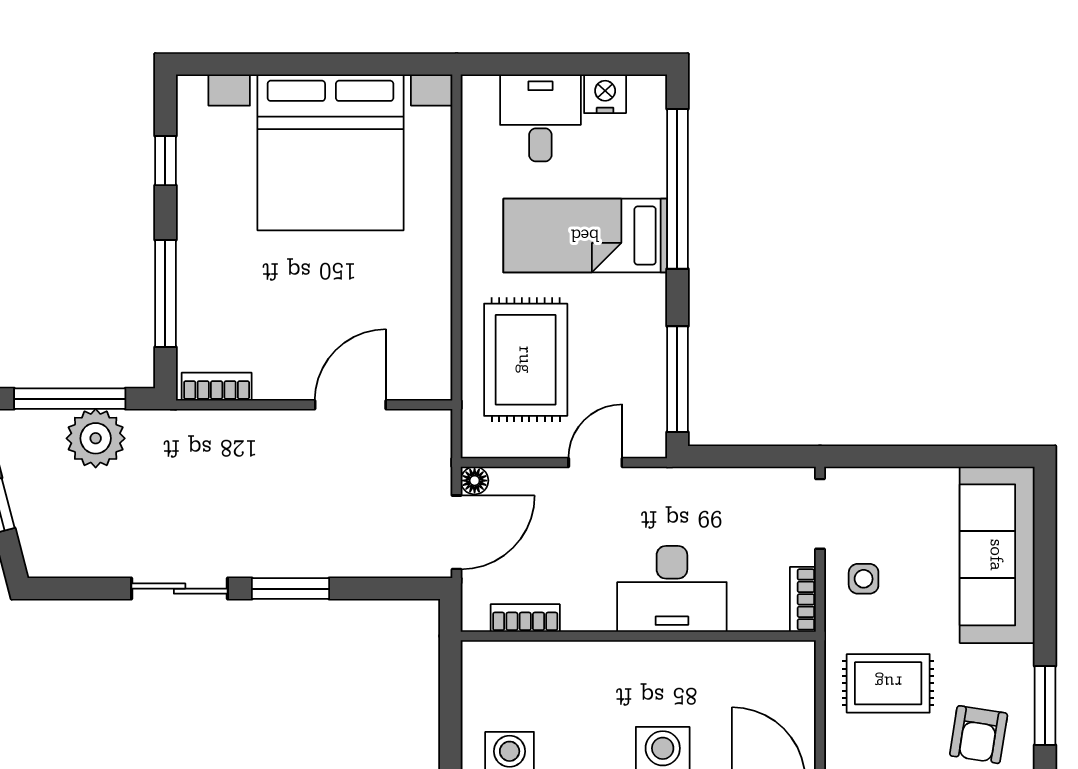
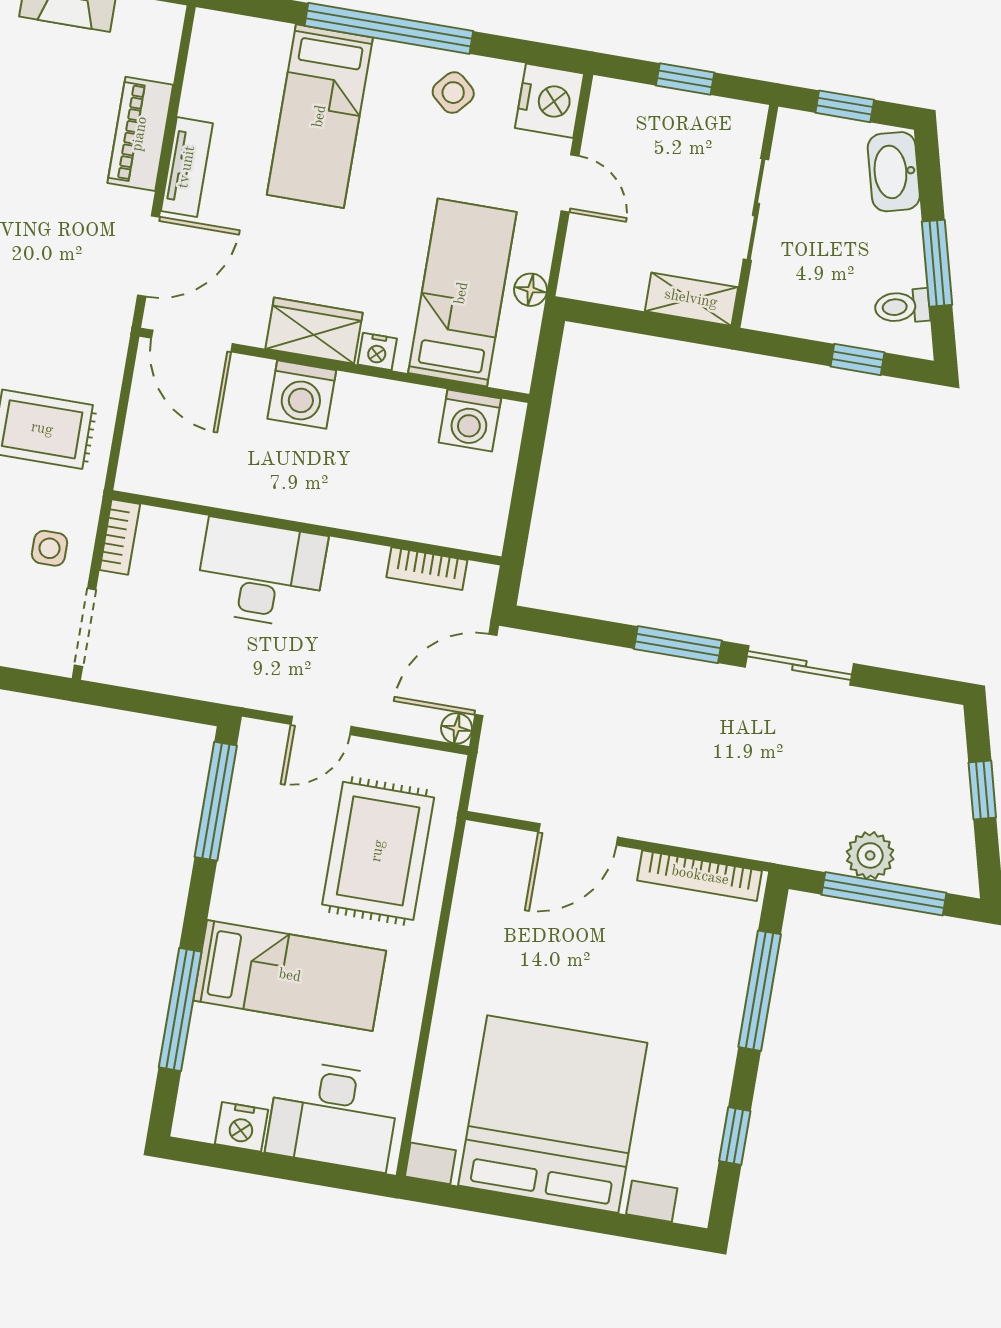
desk: (540, 118) -> (333, 1115), width x1.37
window: (677, 189) -> (180, 1010), width x0.68
bookcase: (217, 387) -> (700, 876), width x1.56
plant: (96, 438) -> (870, 855), width x0.73, depth x0.73

